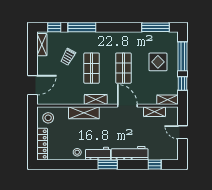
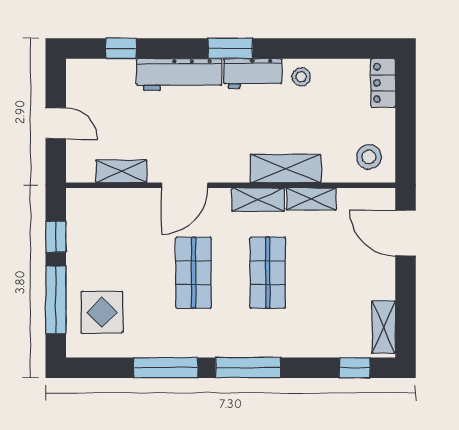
window: (82, 27) -> (248, 368), moved
window: (155, 27) -> (166, 368), moved
trolley: (68, 57) -> (323, 299), removed
display table: (158, 62) -> (102, 312), moved
door: (32, 85) -> (405, 233), hinge flipped
shelving: (168, 100) -> (311, 199), moved
door: (127, 106) -> (185, 185), hinge flipped
locker: (42, 144) -> (383, 83), width x0.66

